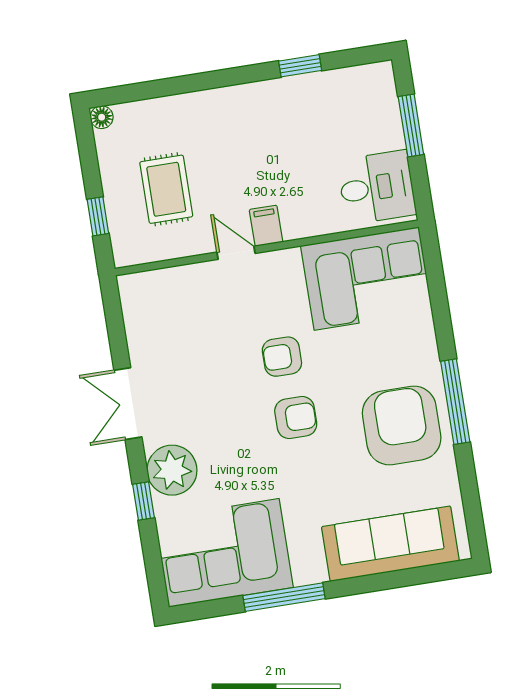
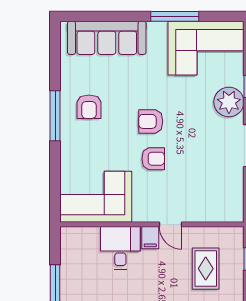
desk: (377, 187) -> (120, 248), moved, turned 90
armchair: (402, 425) -> (89, 107), width x0.53, depth x0.53

